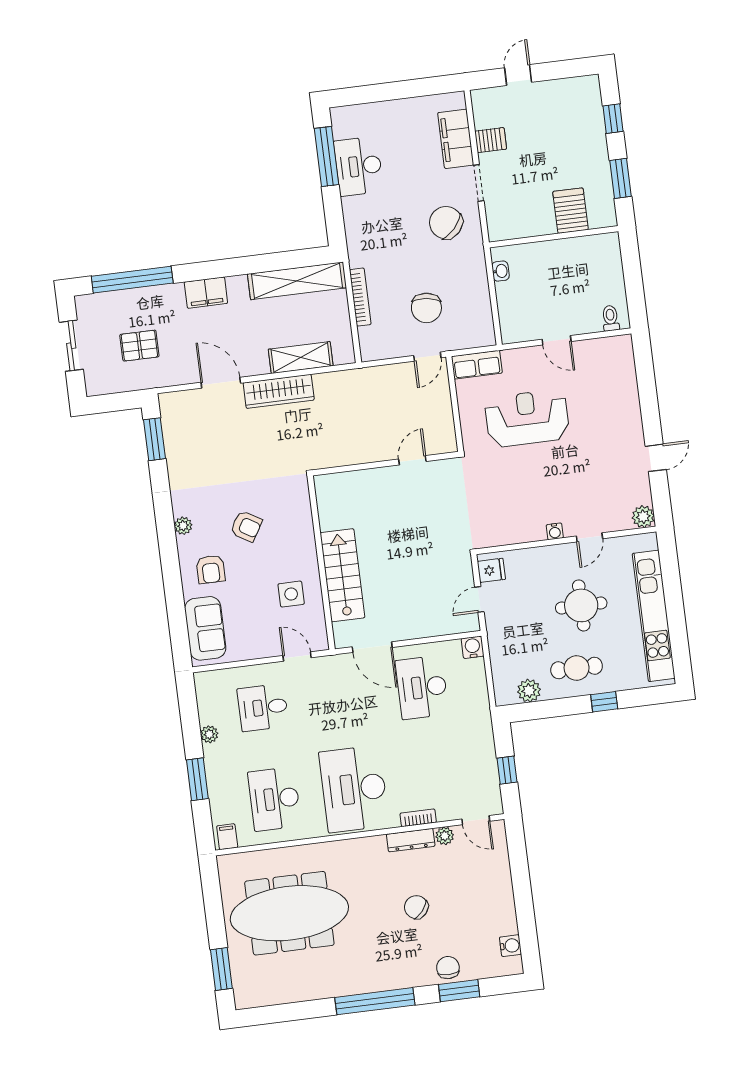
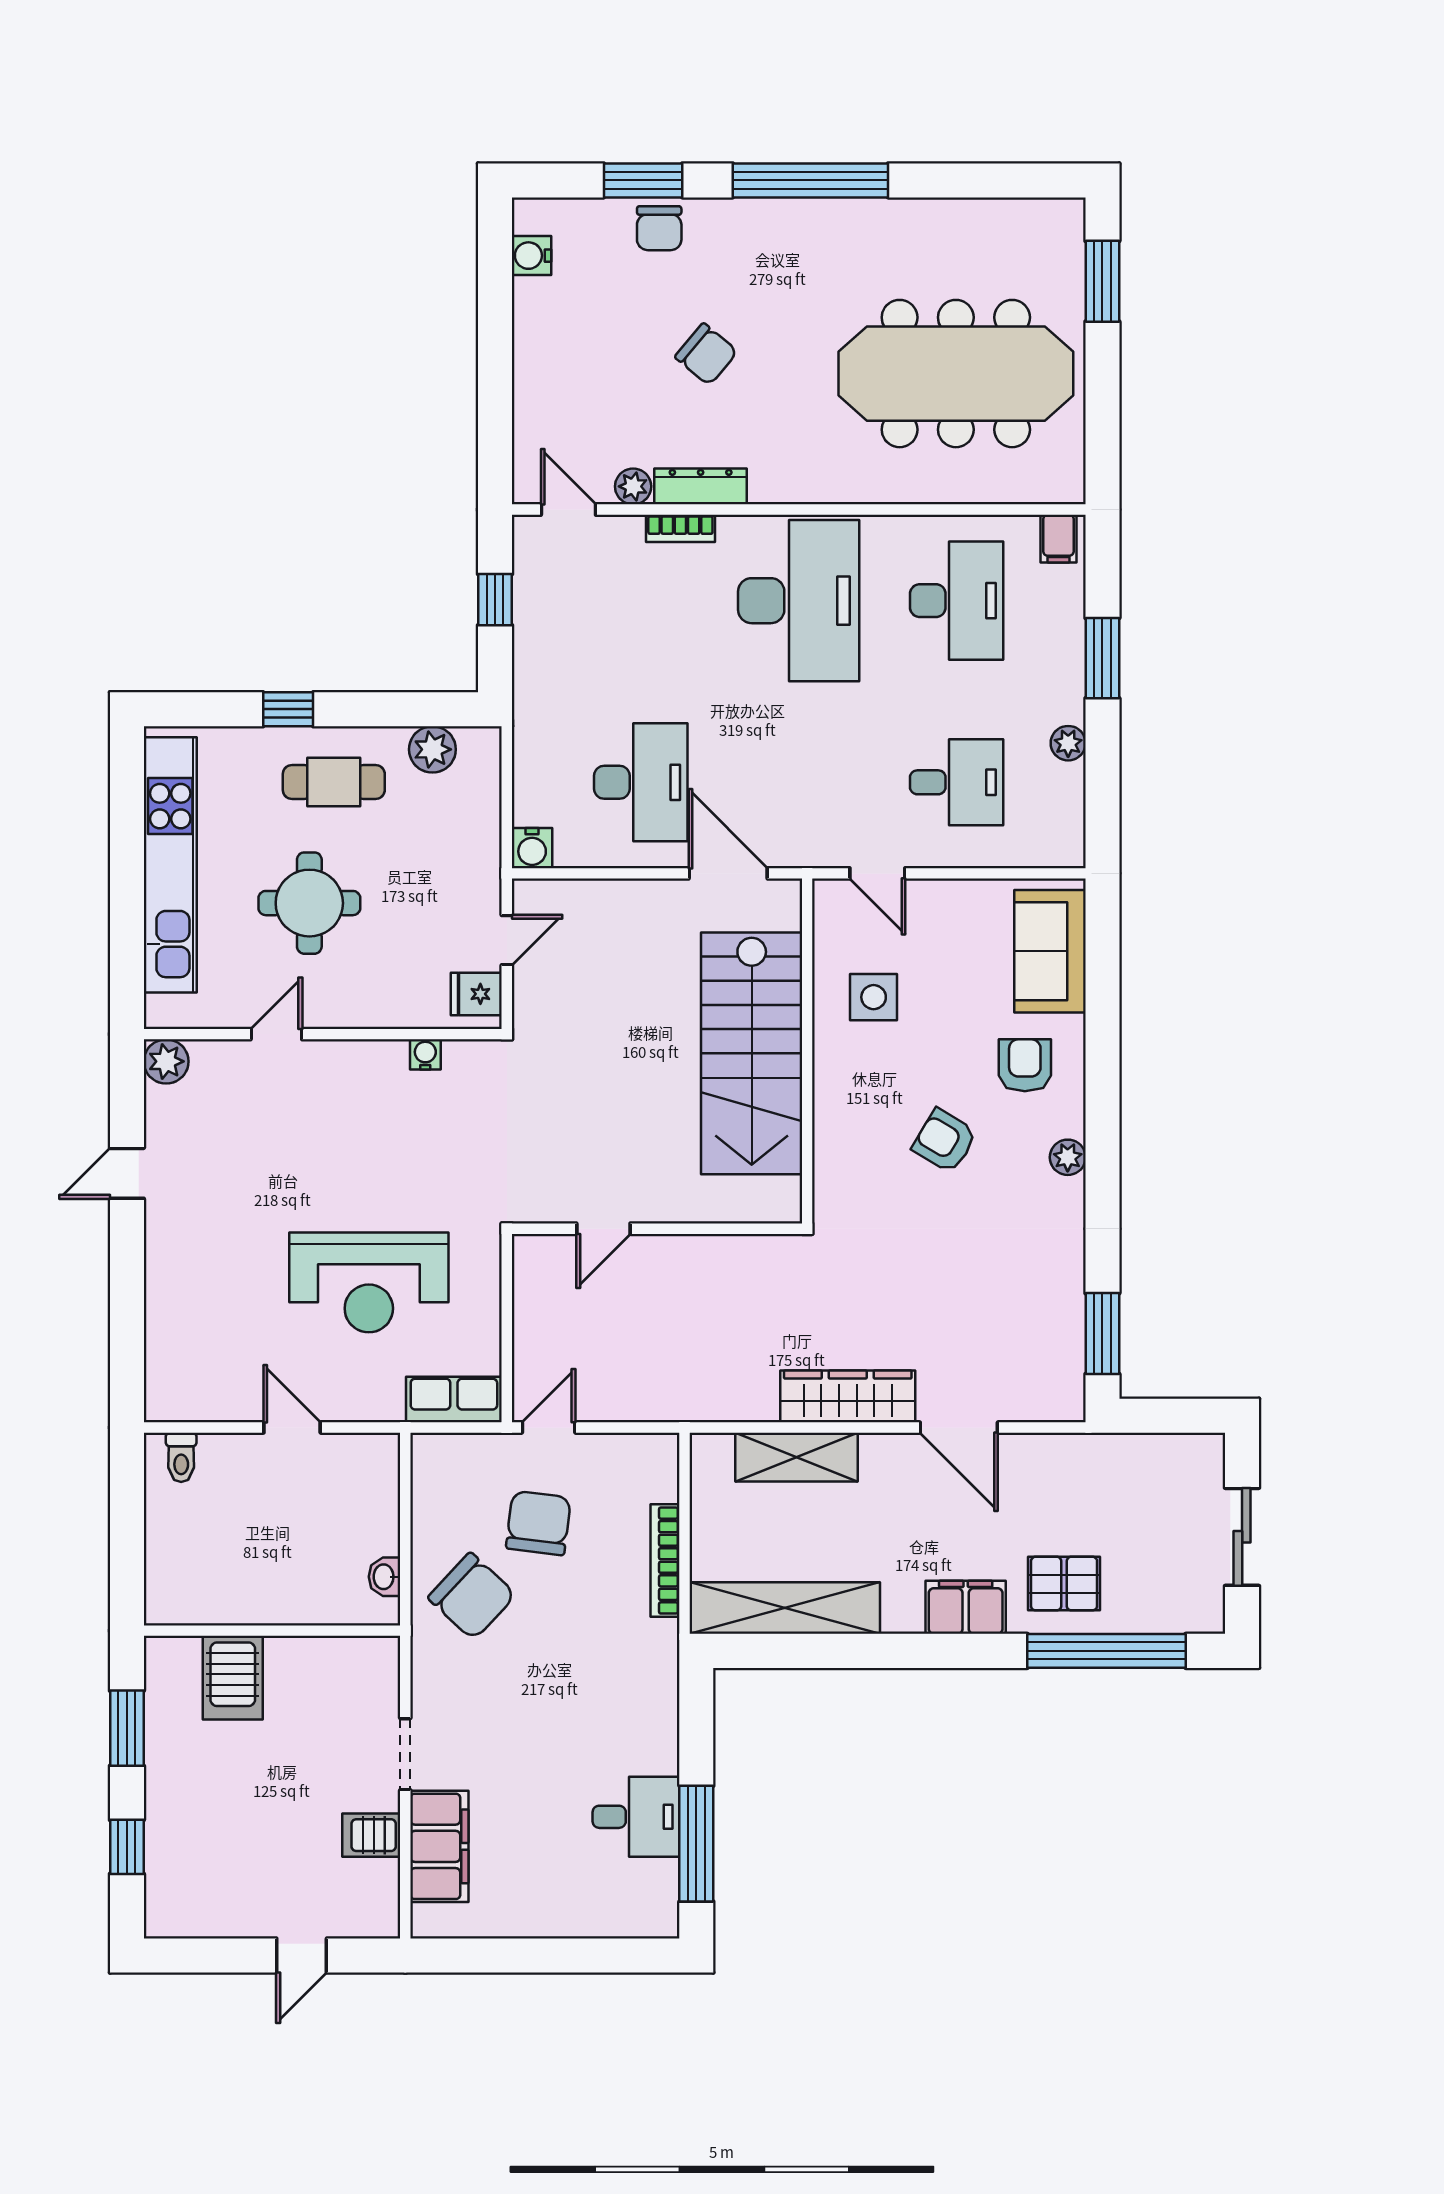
desk: (359, 166) -> (636, 1817), width x0.73
chair: (446, 223) -> (472, 1596), moved
pallet: (139, 346) -> (1064, 1584), moved
water cooler: (555, 531) -> (425, 1054), moved
stairs: (342, 575) -> (752, 1053), width x1.36, depth x1.51

